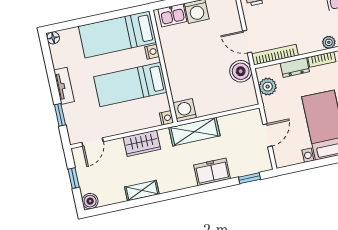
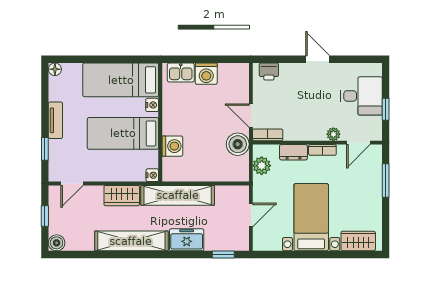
bookcase: (275, 55) -> (268, 135), width x0.64
washing machine: (185, 110) -> (172, 146), moved, turned 90
shelving: (194, 132) -> (178, 195), width x1.47
shelving: (142, 191) -> (131, 241), width x2.20, depth x1.33

